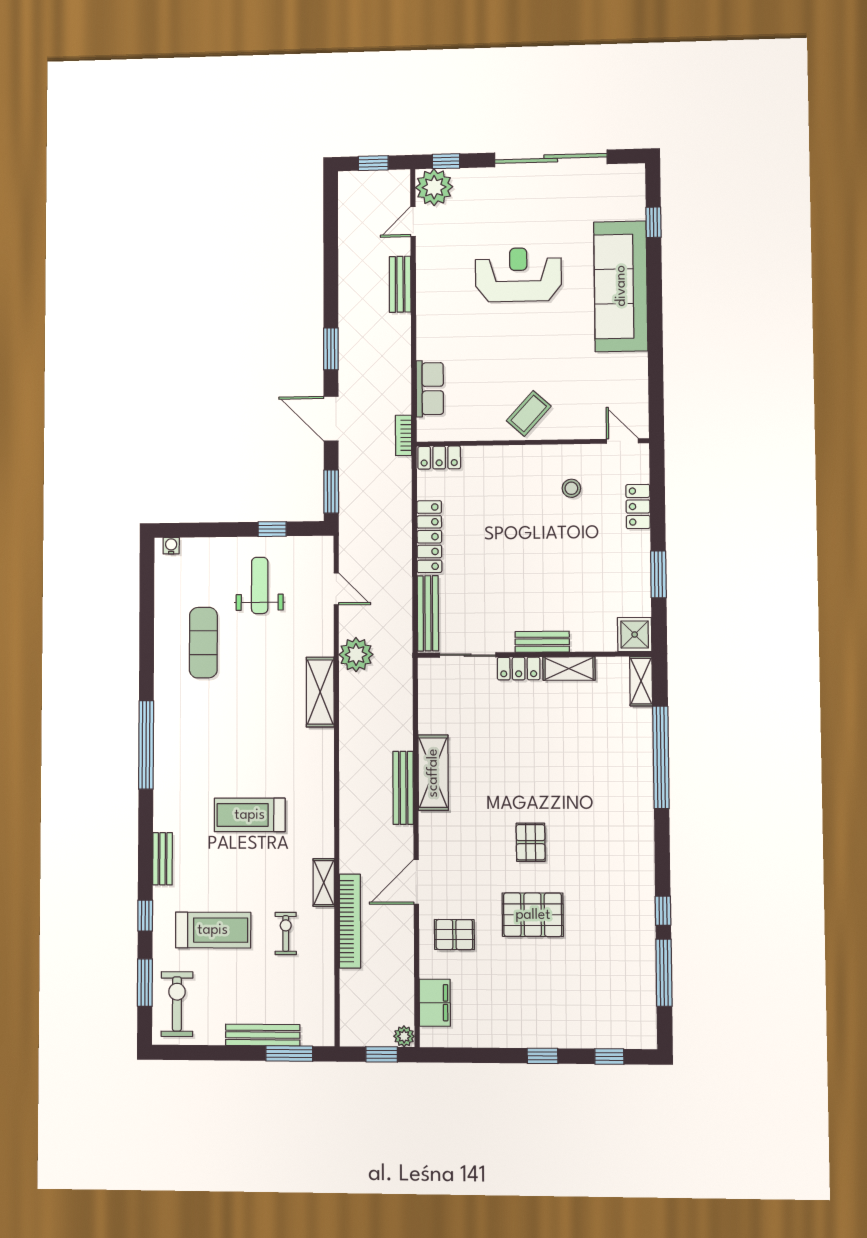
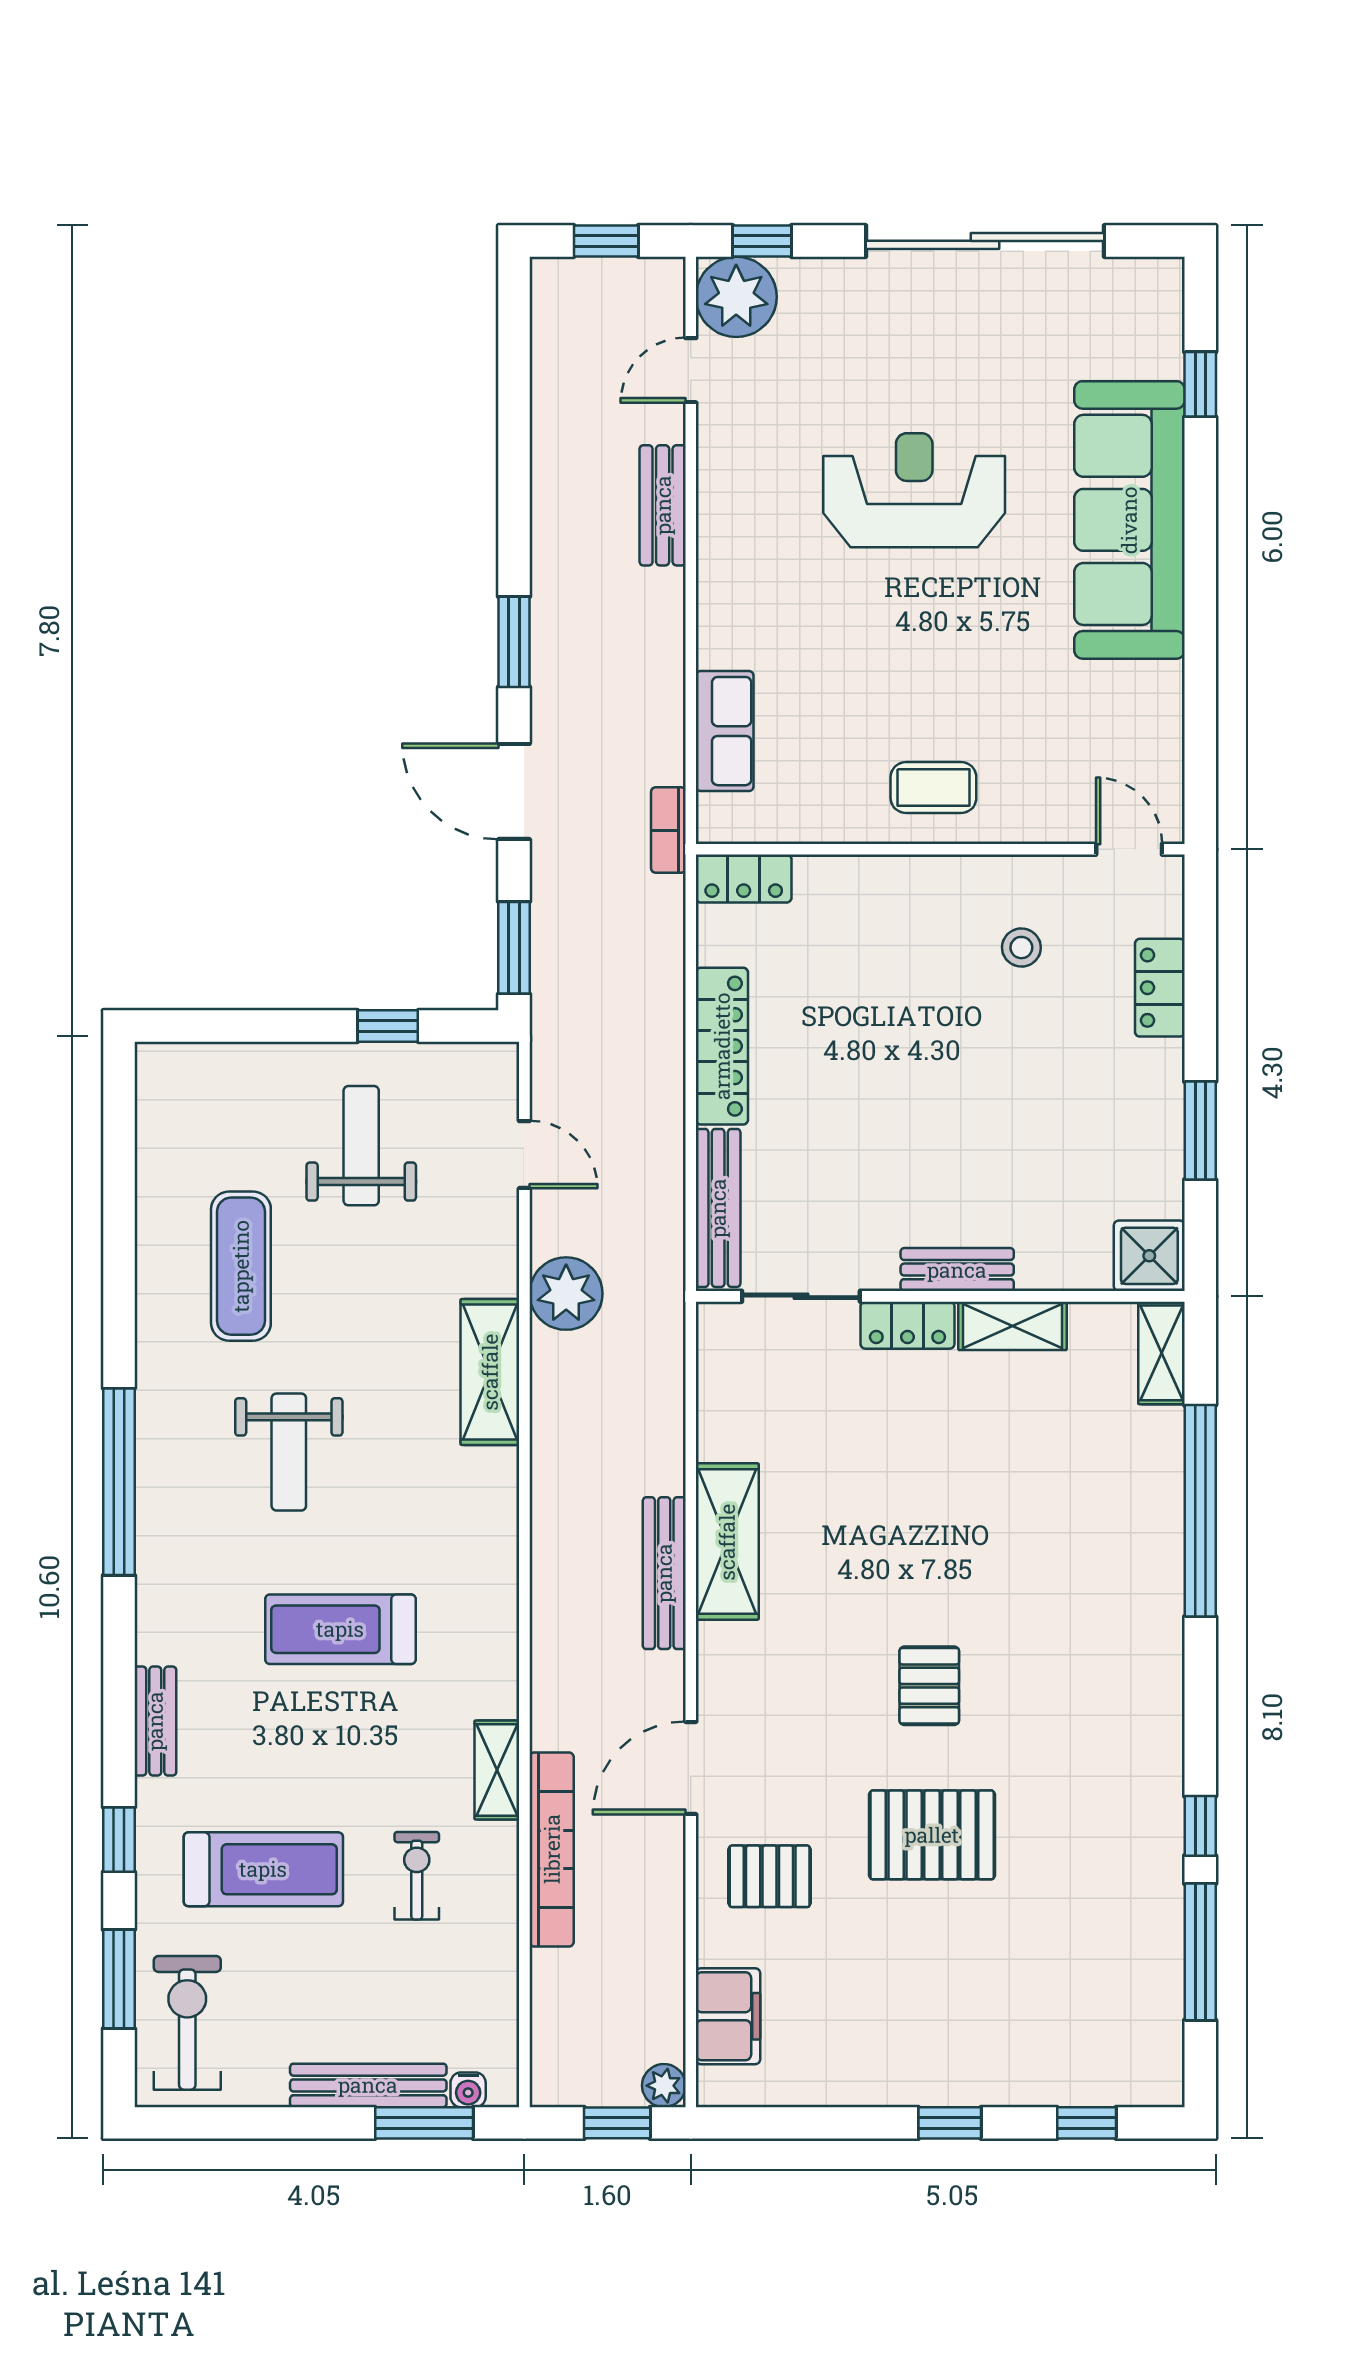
coffee table: (529, 413) -> (933, 788), turned 48
water cooler: (171, 546) -> (468, 2090), moved, turned 180
weight bench: (226, 730) -> (289, 1452), added

